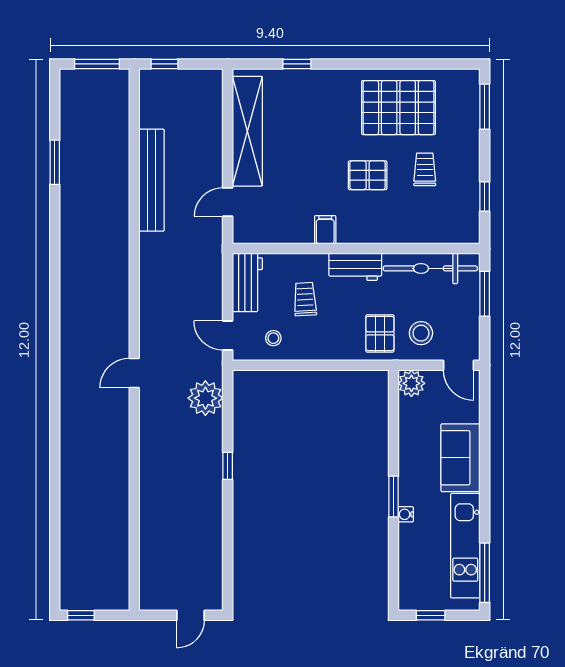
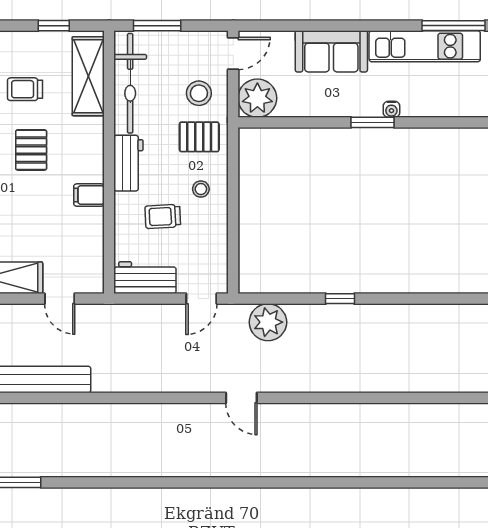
shelving: (437, 229) -> (88, 76), added
stool: (273, 338) -> (201, 189), moved
plant: (411, 383) -> (257, 98), width x1.36, depth x1.36

